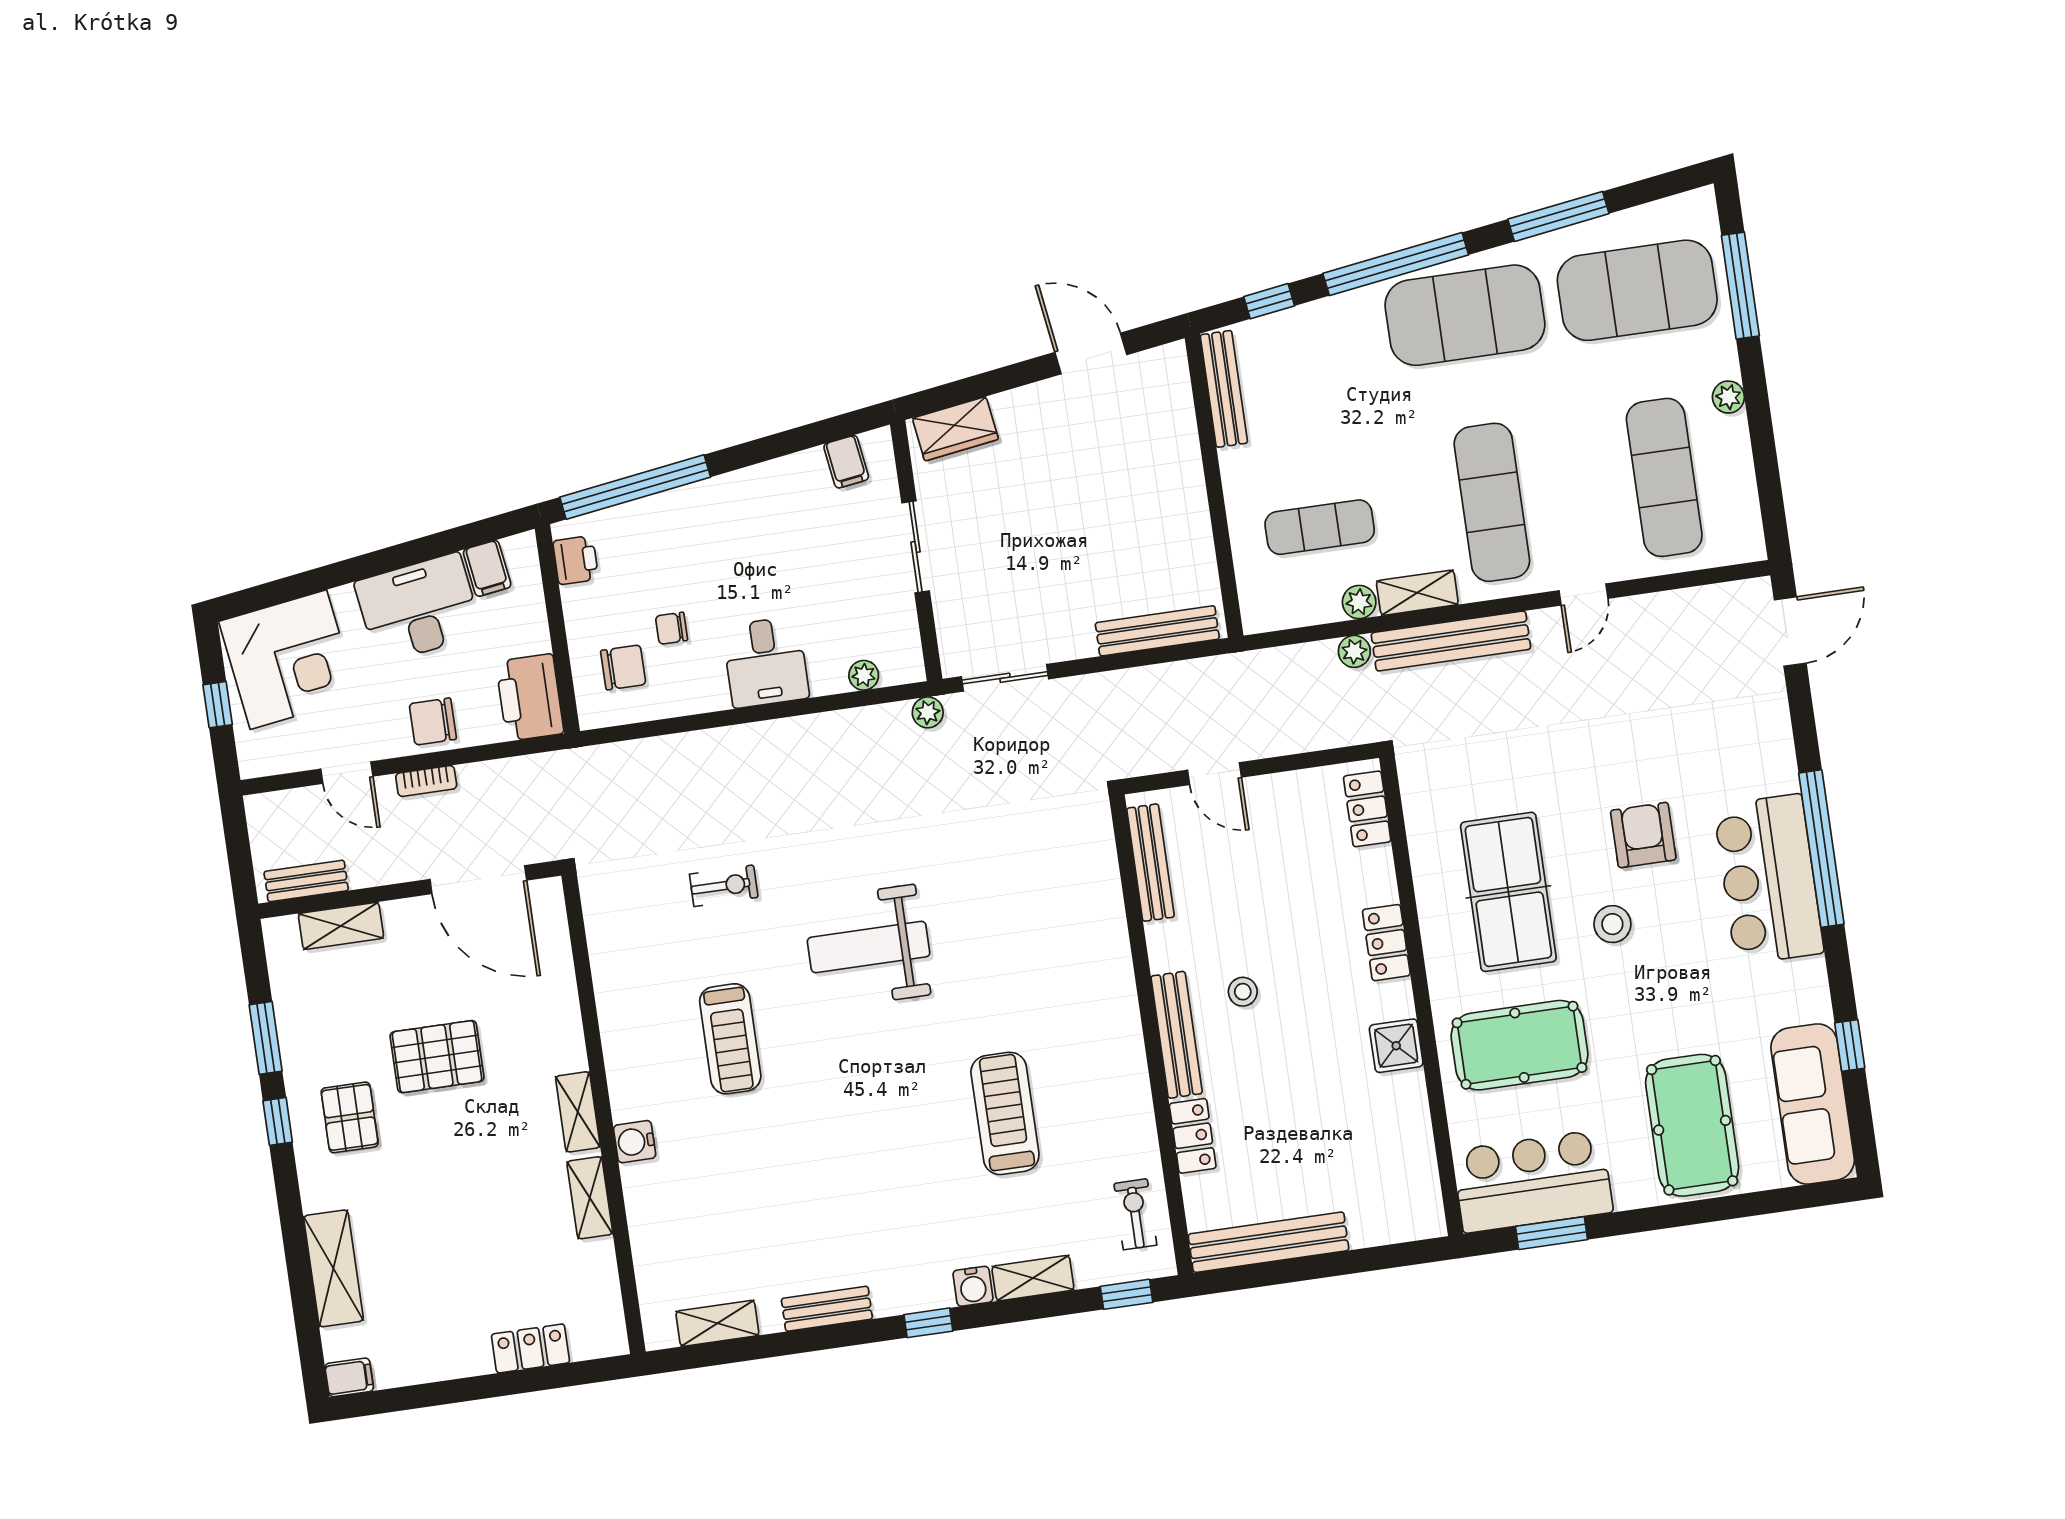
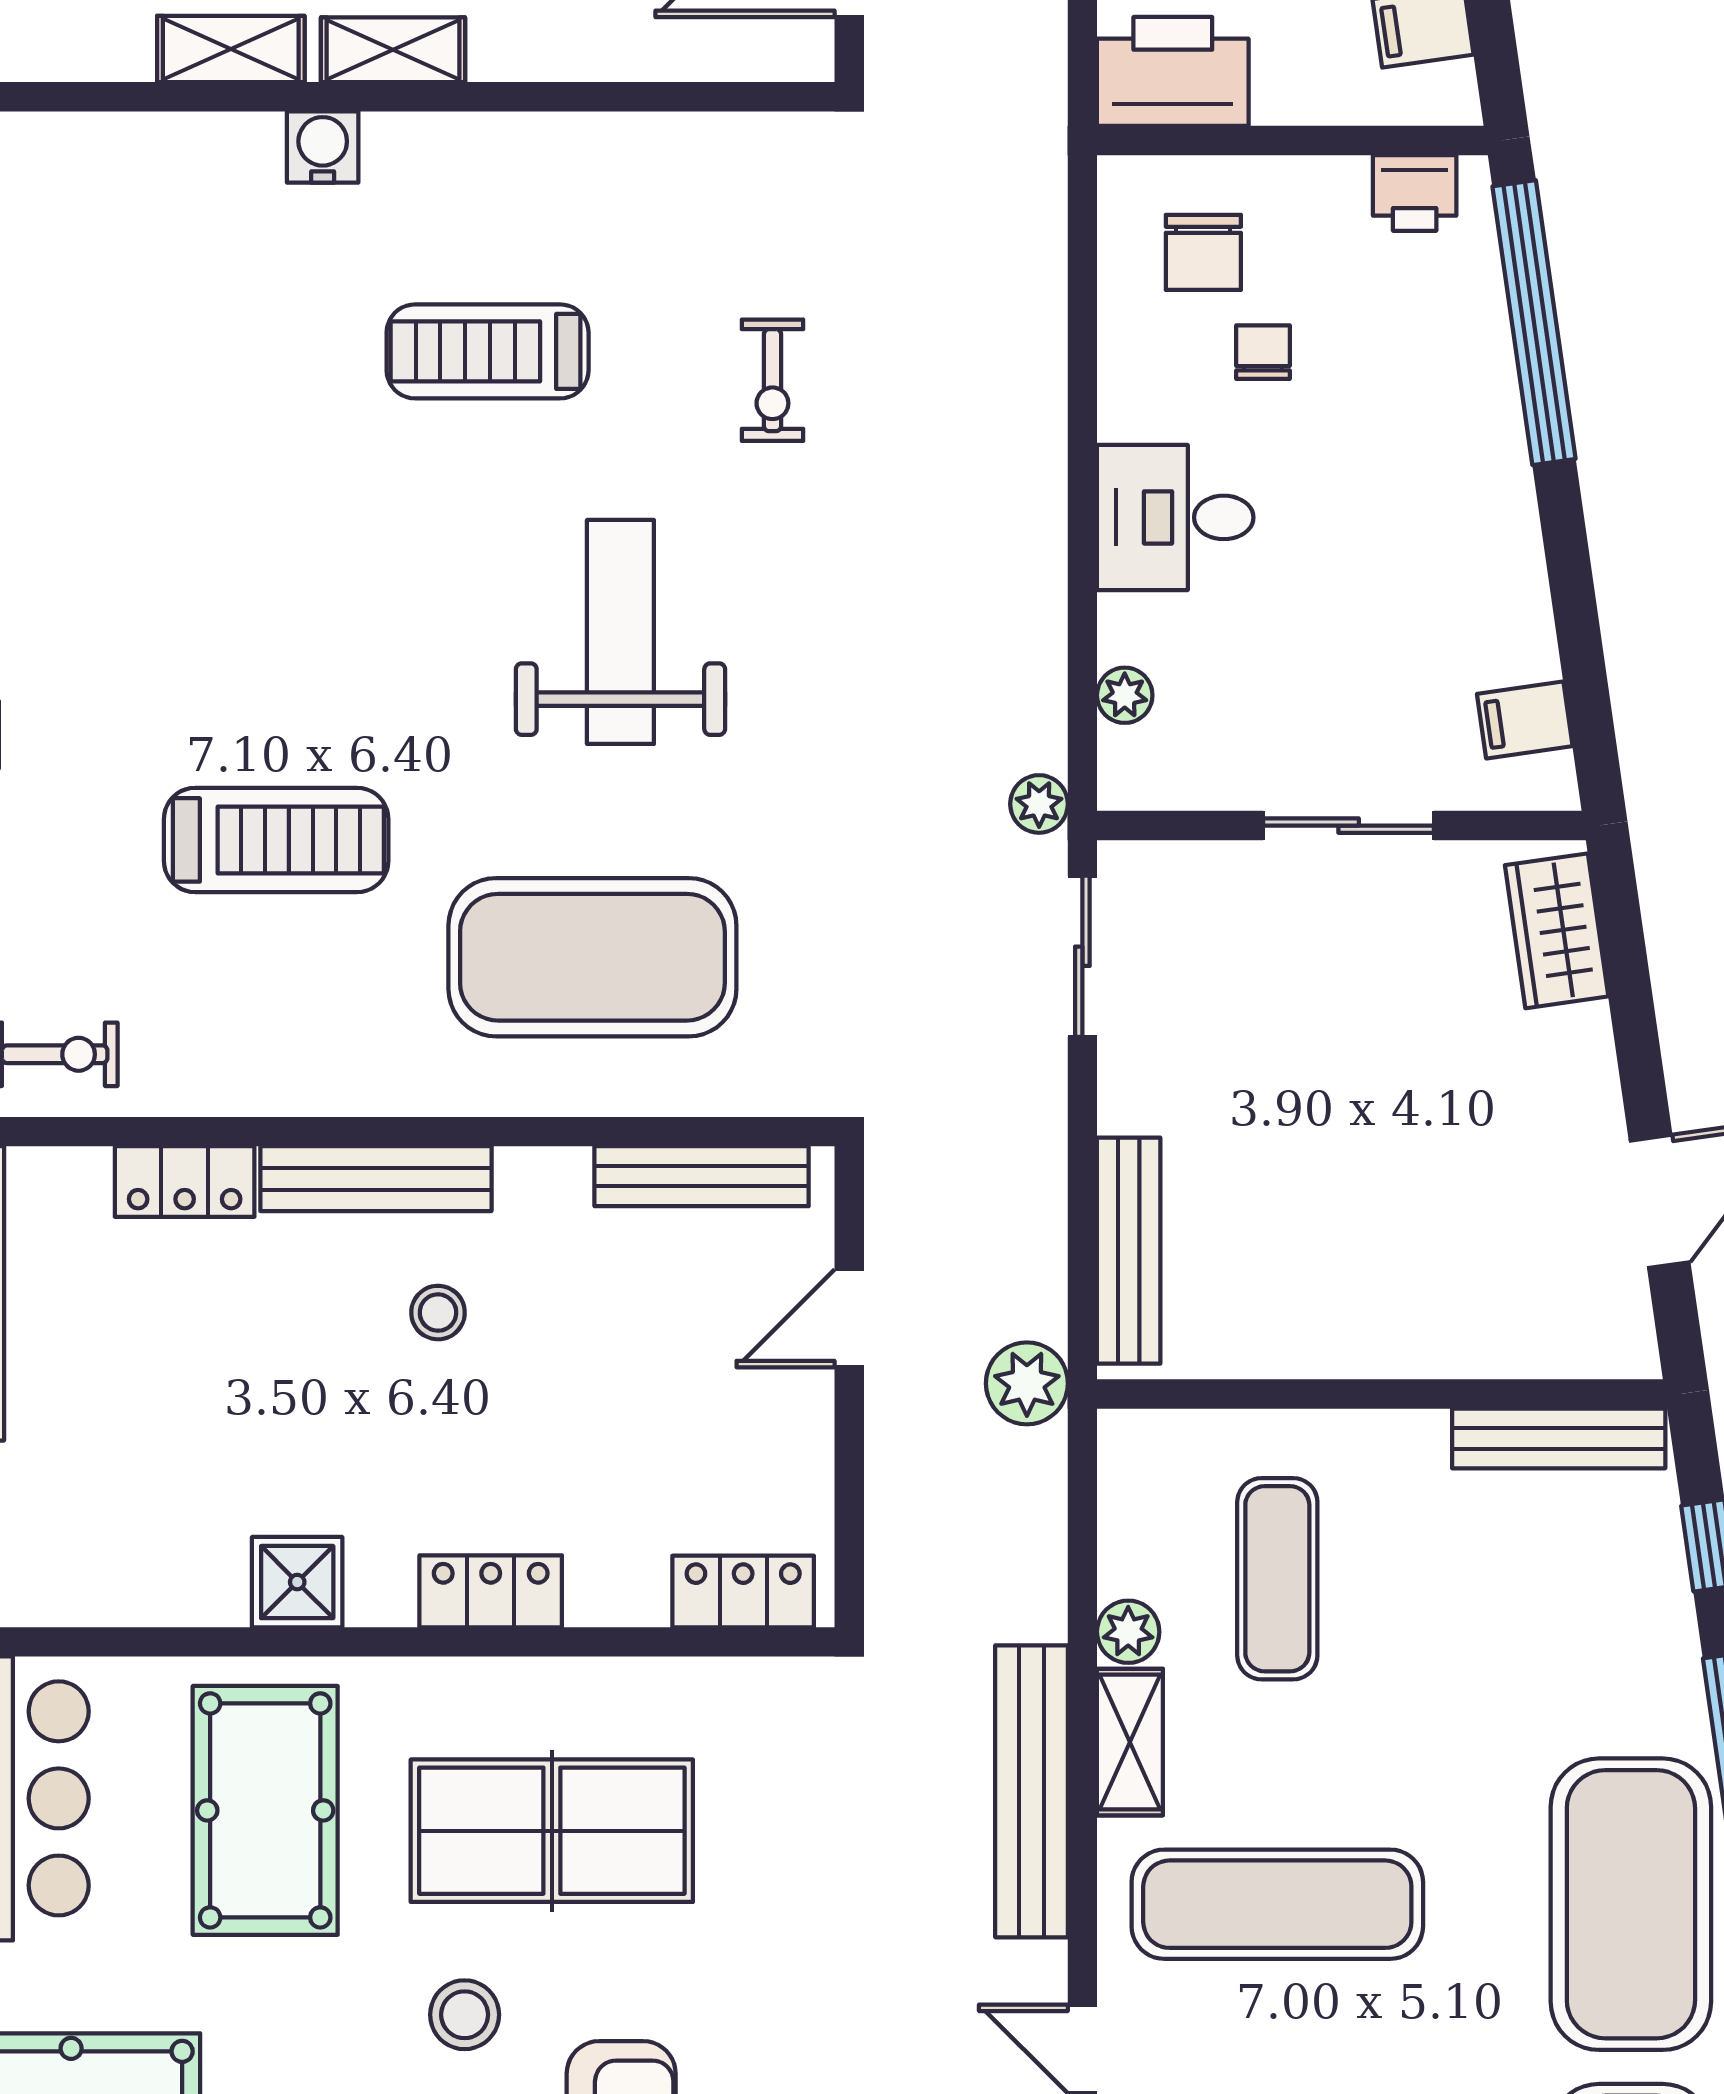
plant: (1354, 651) -> (1027, 1383), moved, width x1.38, depth x1.38
exercise mat: (1043, 937) -> (592, 957), added

